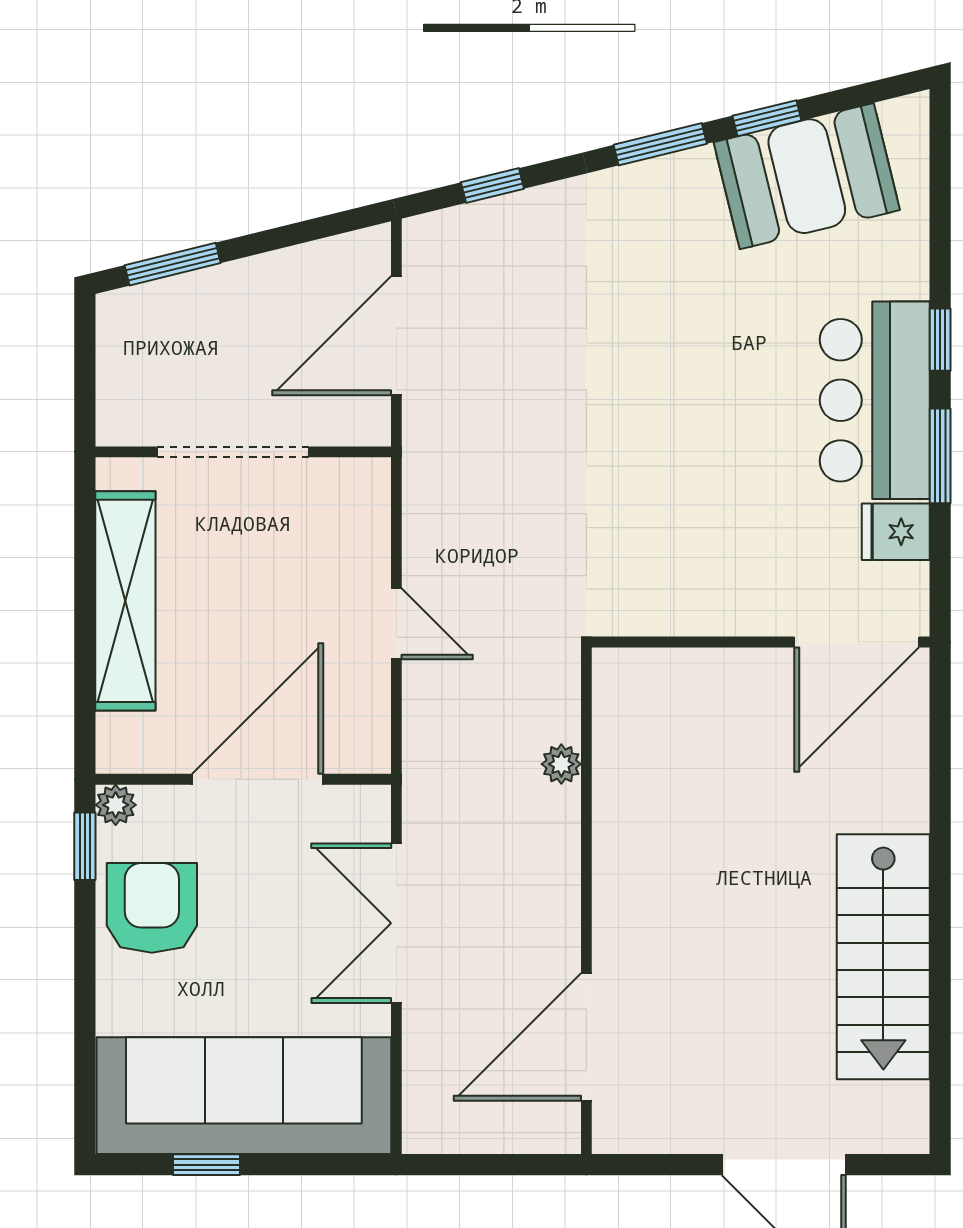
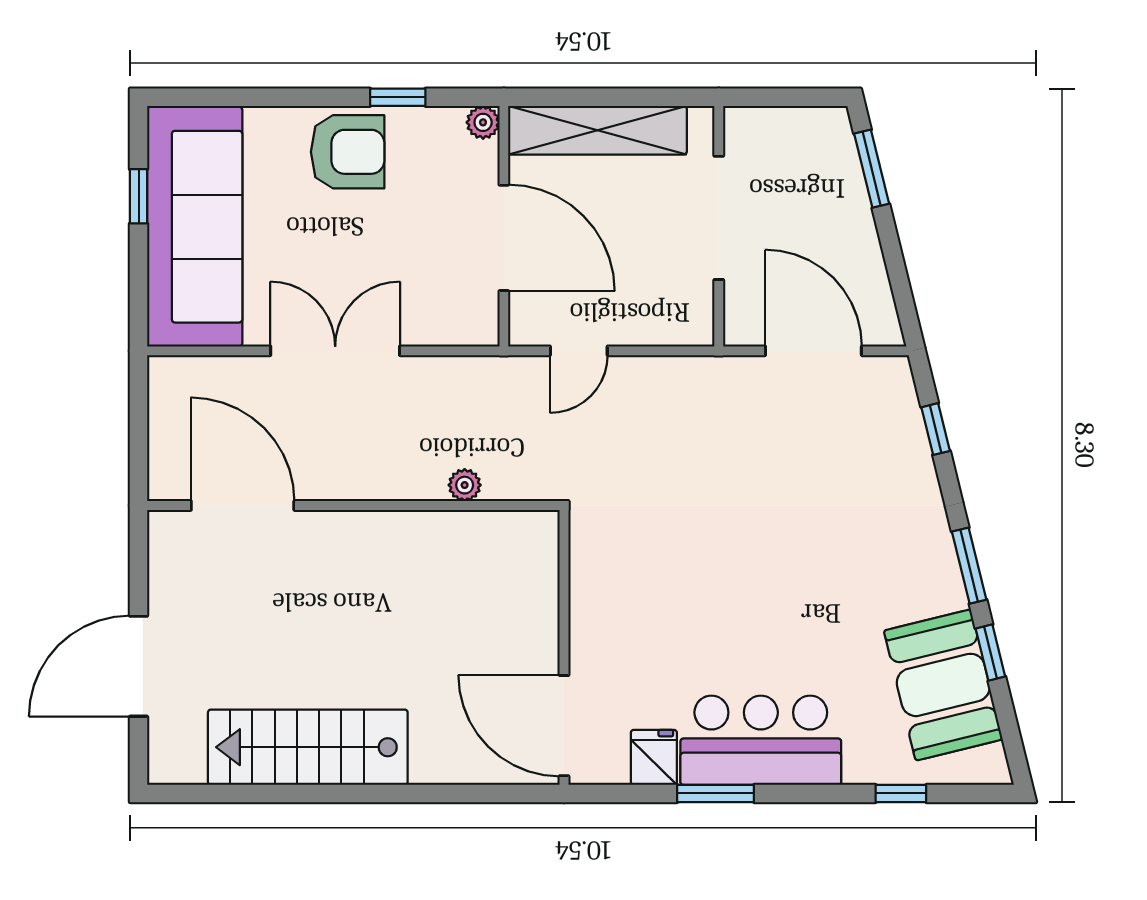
window: (940, 340) -> (901, 793), moved
wall: (243, 779) -> (504, 226), moved
door: (258, 779) -> (504, 238), moved
plant: (116, 805) -> (483, 122), moved

